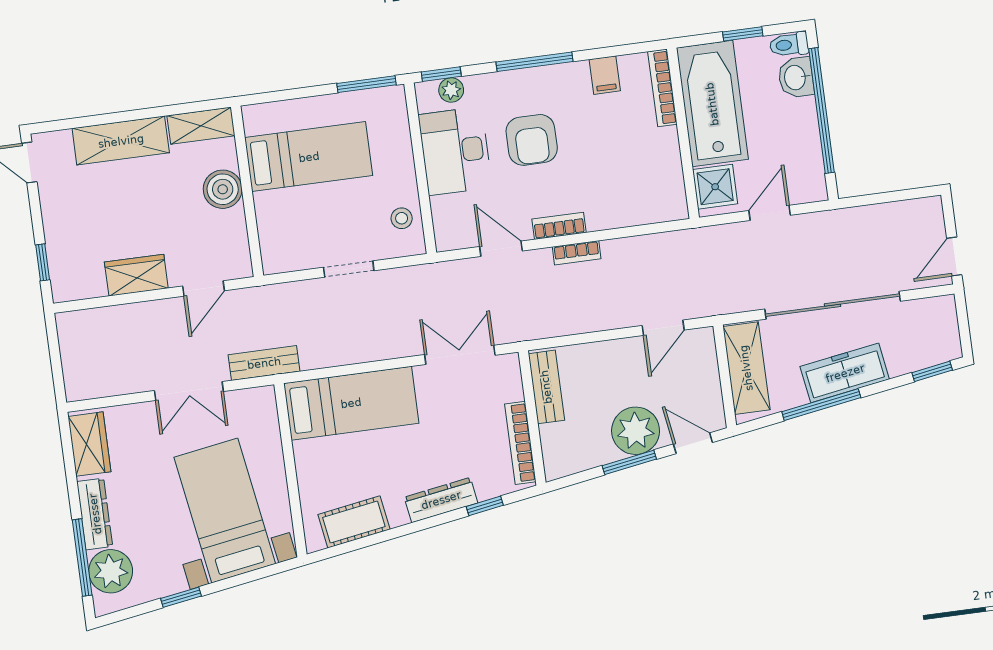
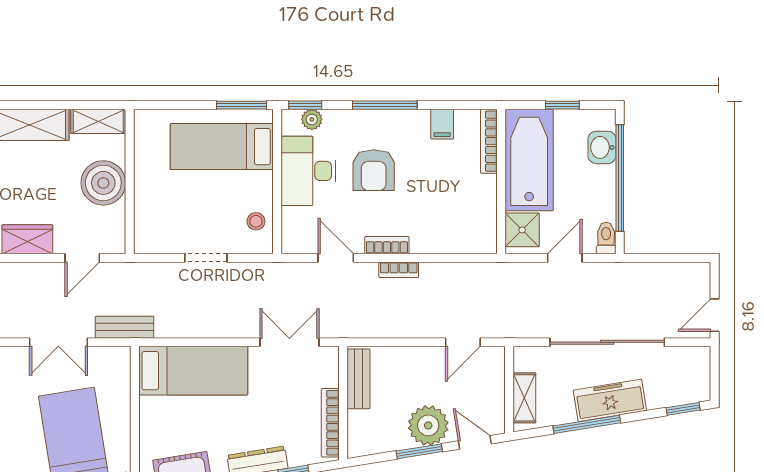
toilet: (789, 45) -> (606, 238), moved, turned 90
bed: (309, 157) -> (222, 147), moved, turned 180
boiler: (223, 189) -> (103, 183), width x1.37, depth x1.37
shelving: (746, 368) -> (524, 398), width x0.67, depth x0.75

